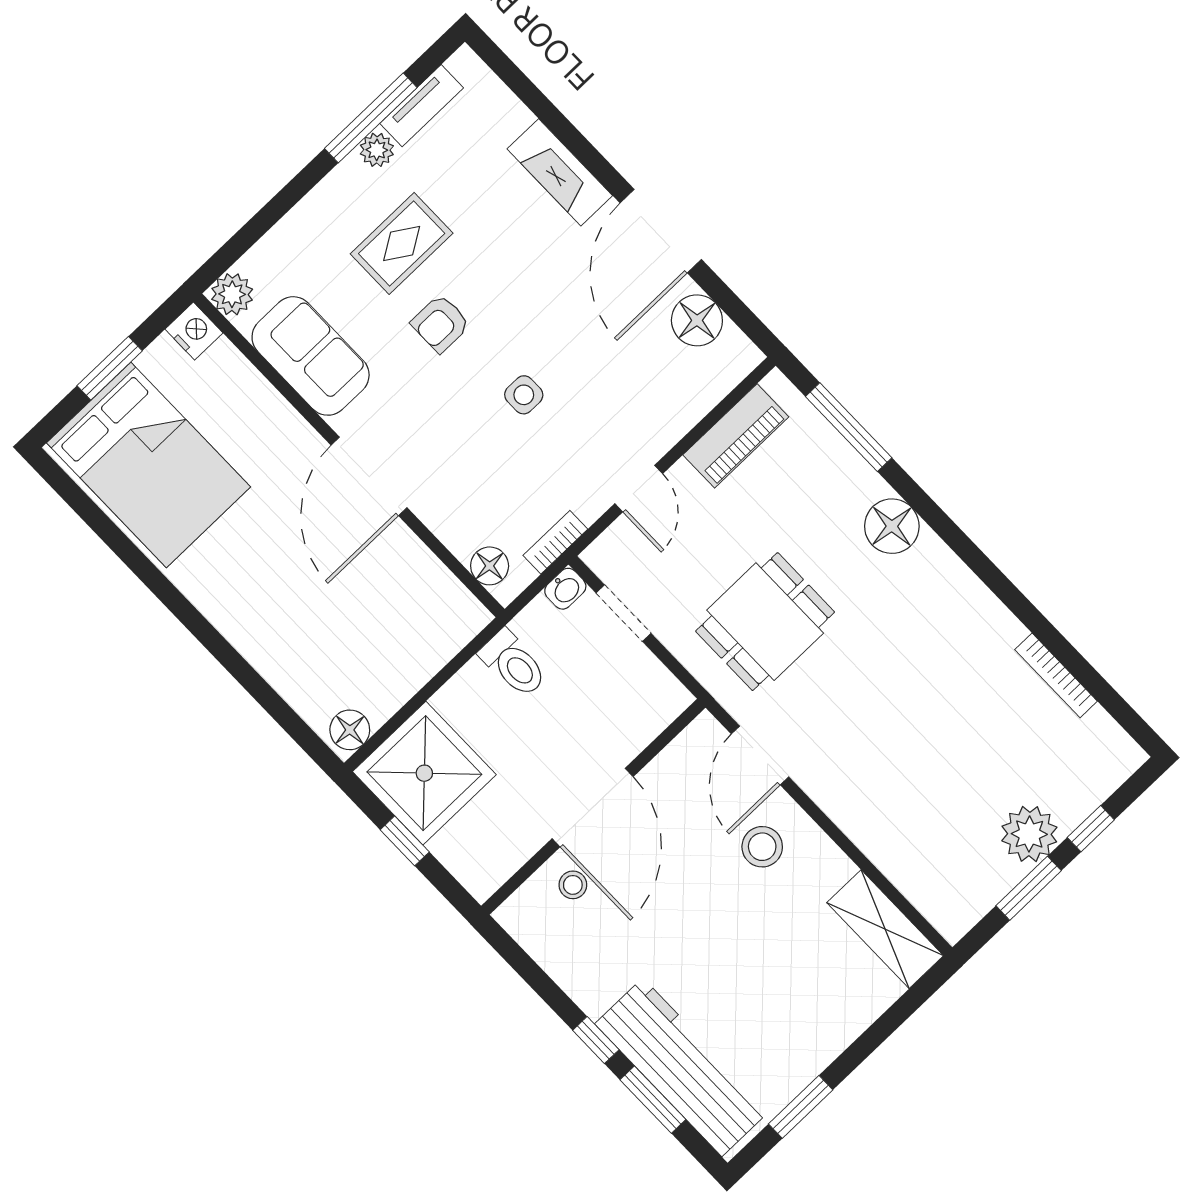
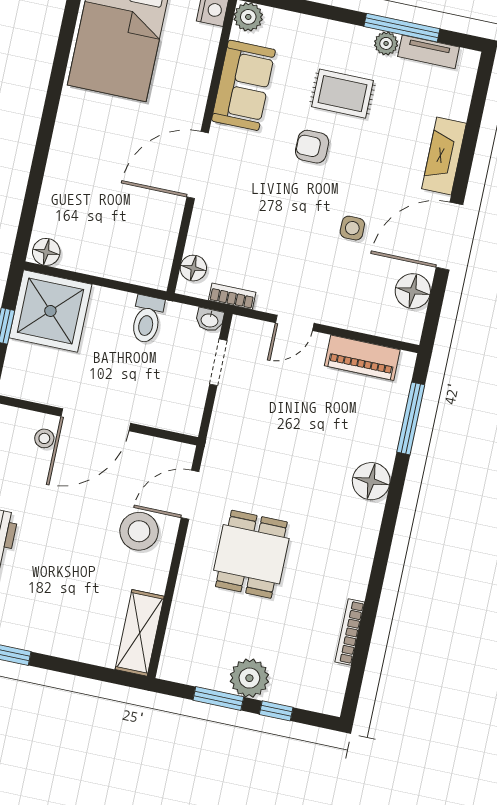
side table: (524, 395) -> (352, 228), moved
dining table: (765, 622) -> (251, 554), moved, turned 90
stool: (762, 847) -> (139, 531), width x1.38, depth x1.38

